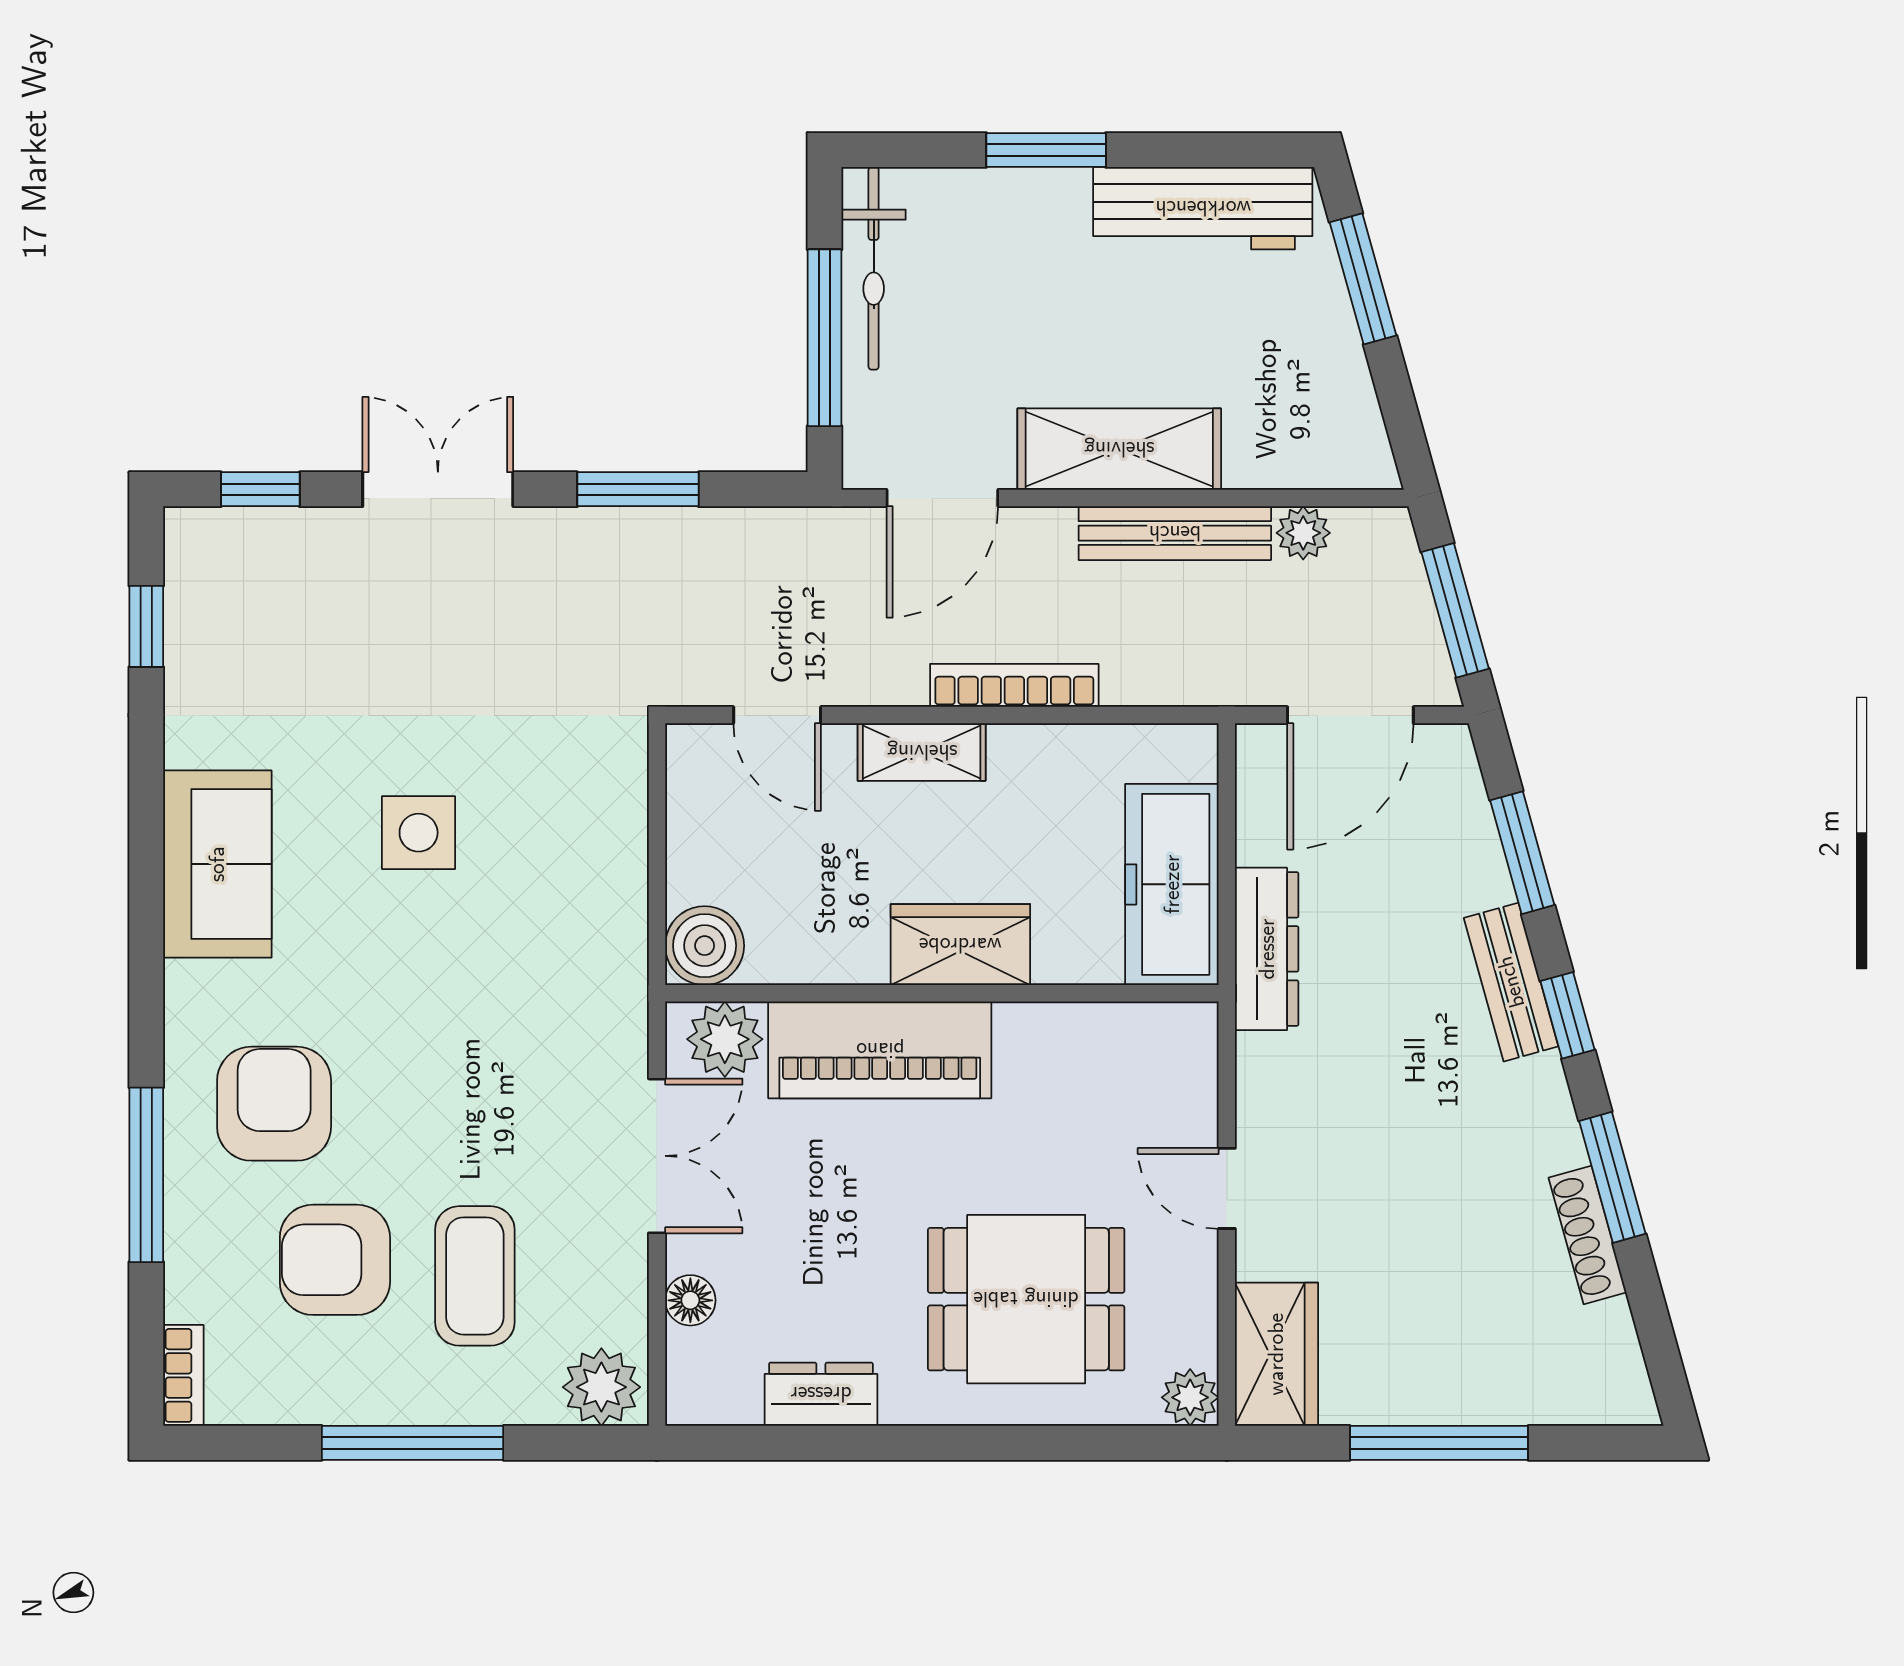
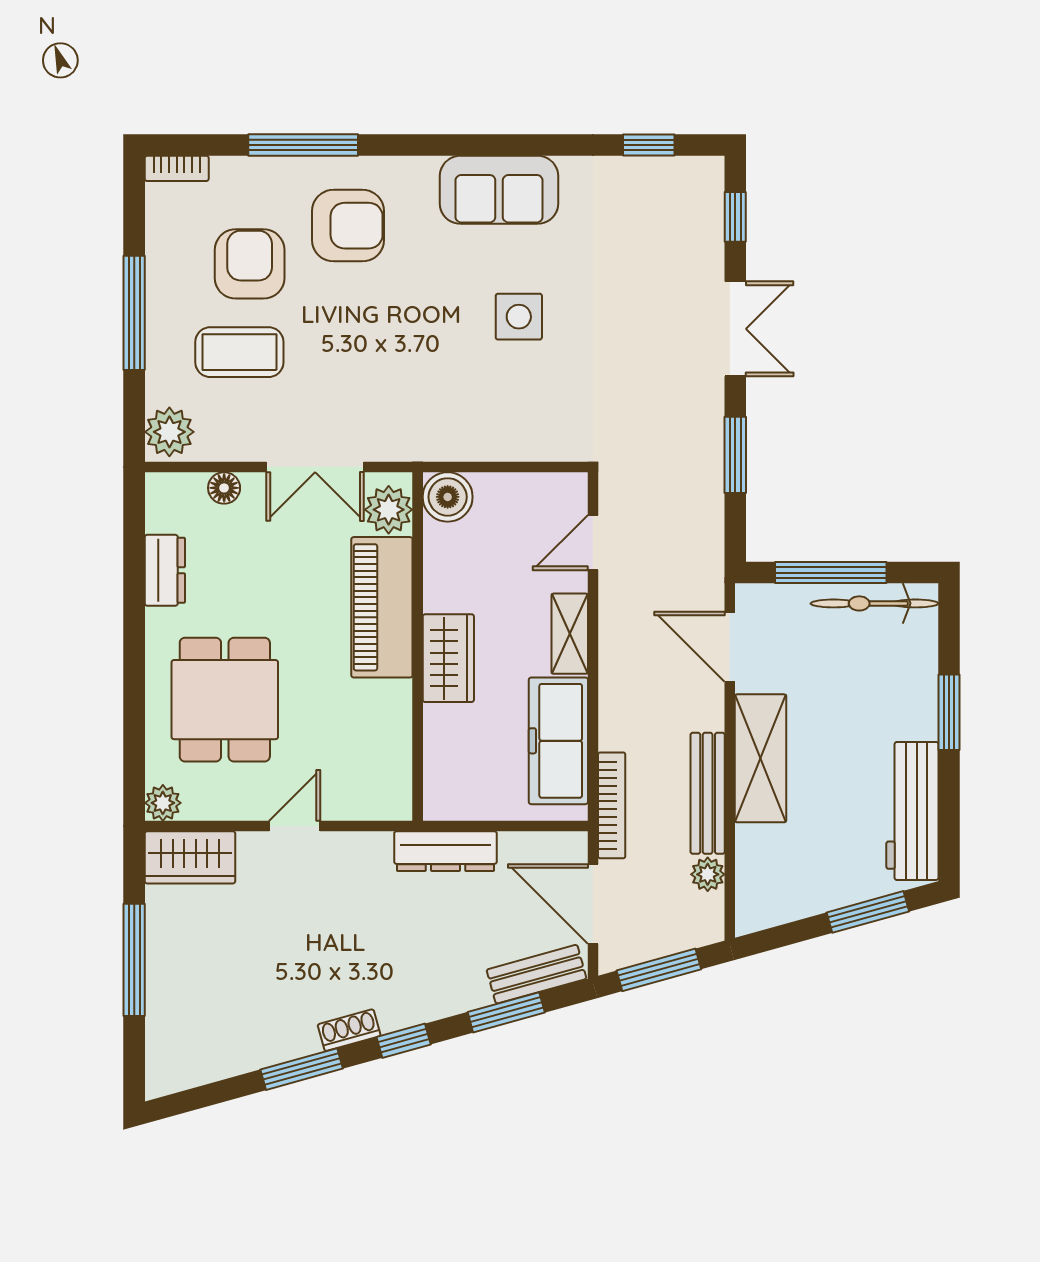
bookcase: (1014, 685) -> (612, 805), moved
freezer: (1172, 884) -> (558, 741), moved, turned -90
bench: (1511, 982) -> (537, 974), moved
shoe rack: (1588, 1235) -> (349, 1030), moved, width x0.70

